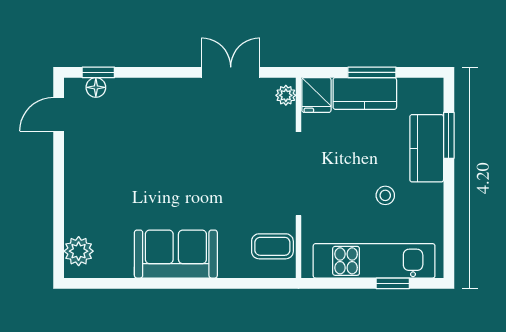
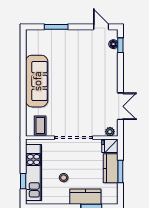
window: (59, 212) -> (56, 27), added
plant: (79, 251) -> (38, 36), removed
sofa: (176, 254) -> (37, 81), width x1.36

